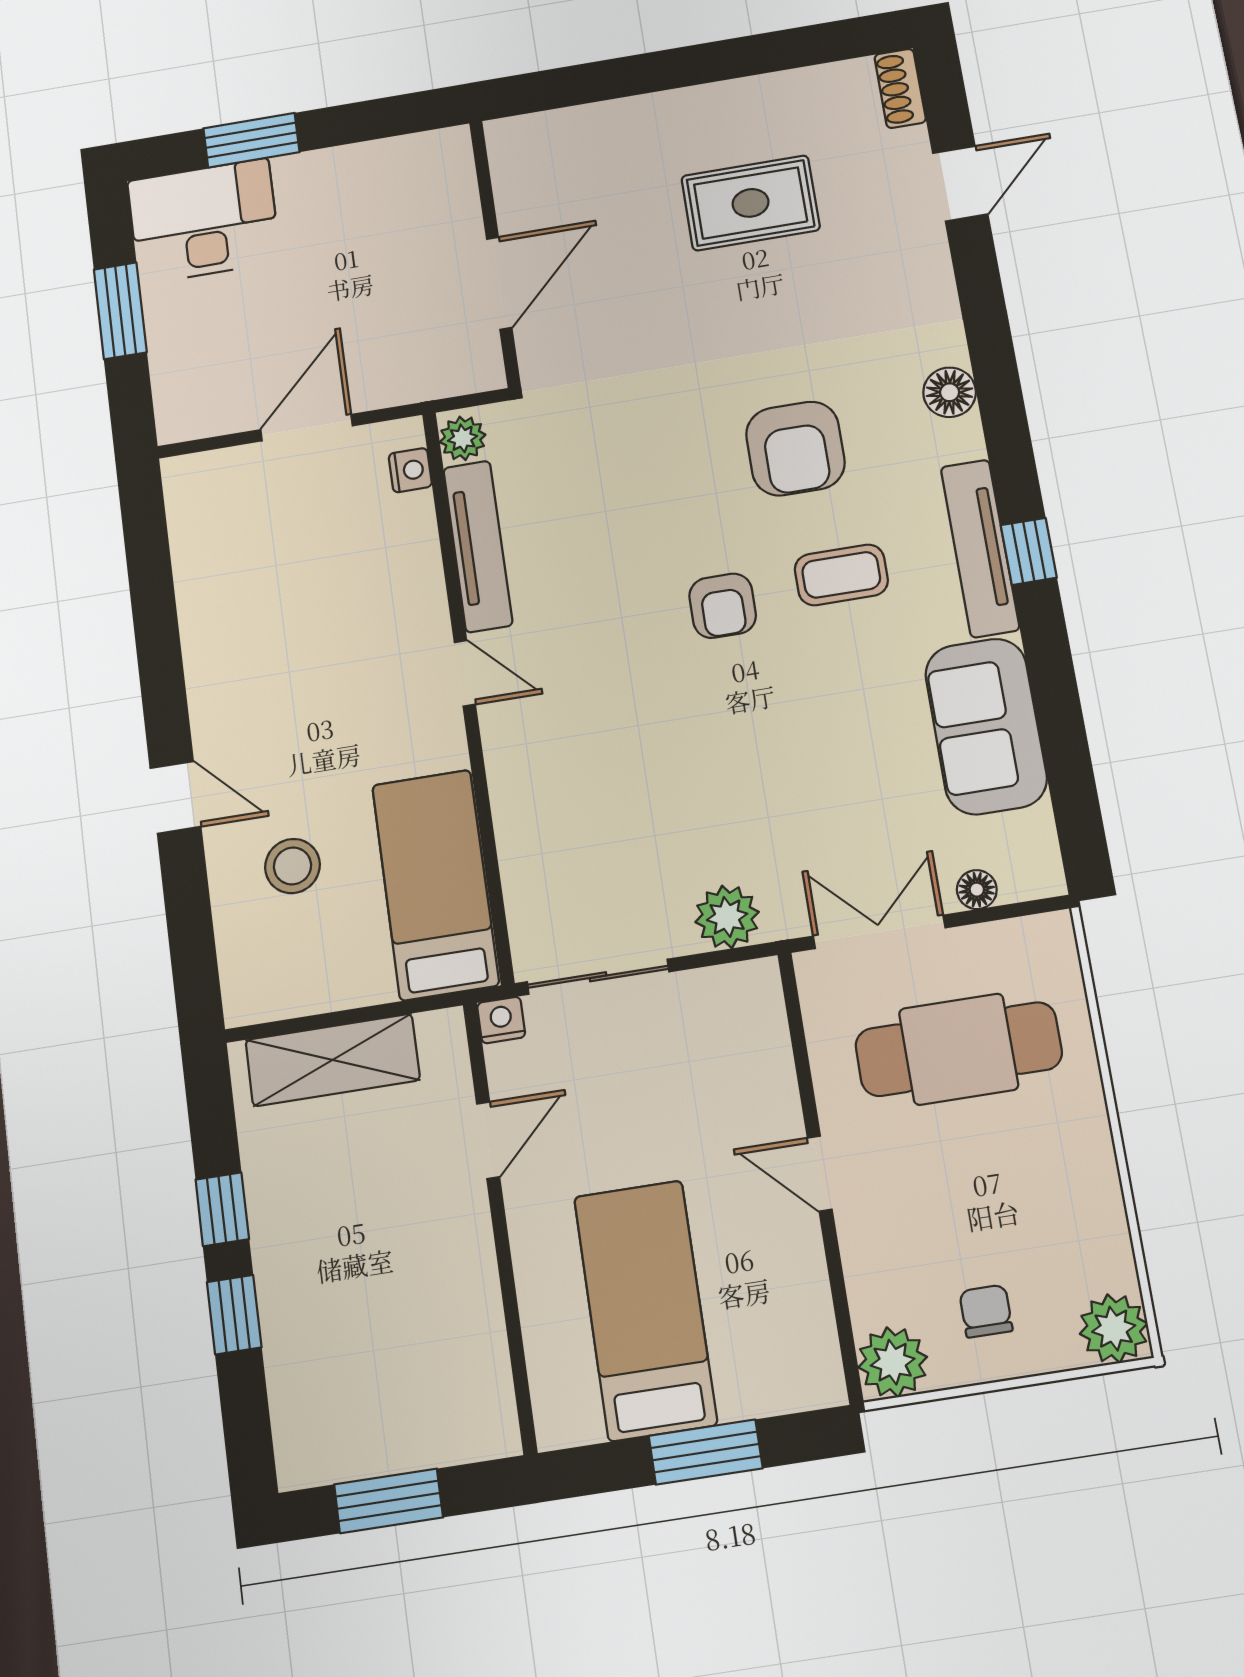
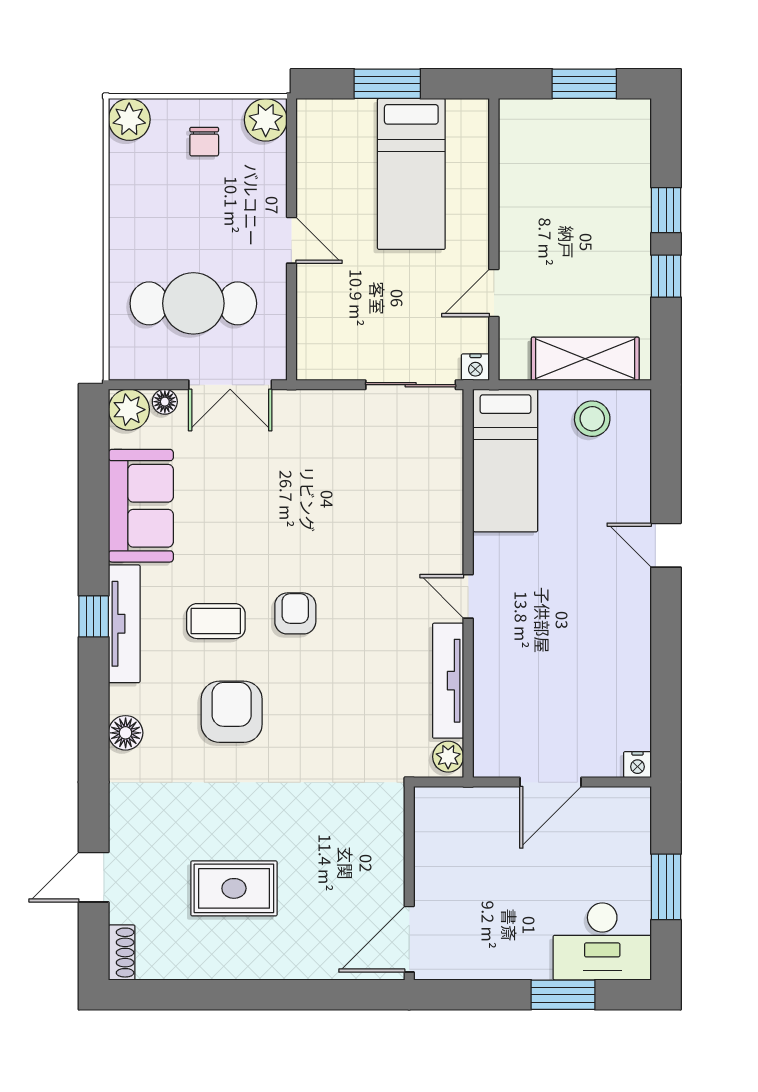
door: (499, 283) -> (409, 939), moved
nightstand: (410, 470) -> (637, 765), moved, turned -90
stool: (292, 866) -> (592, 419), moved
plant: (727, 917) -> (129, 410), moved

